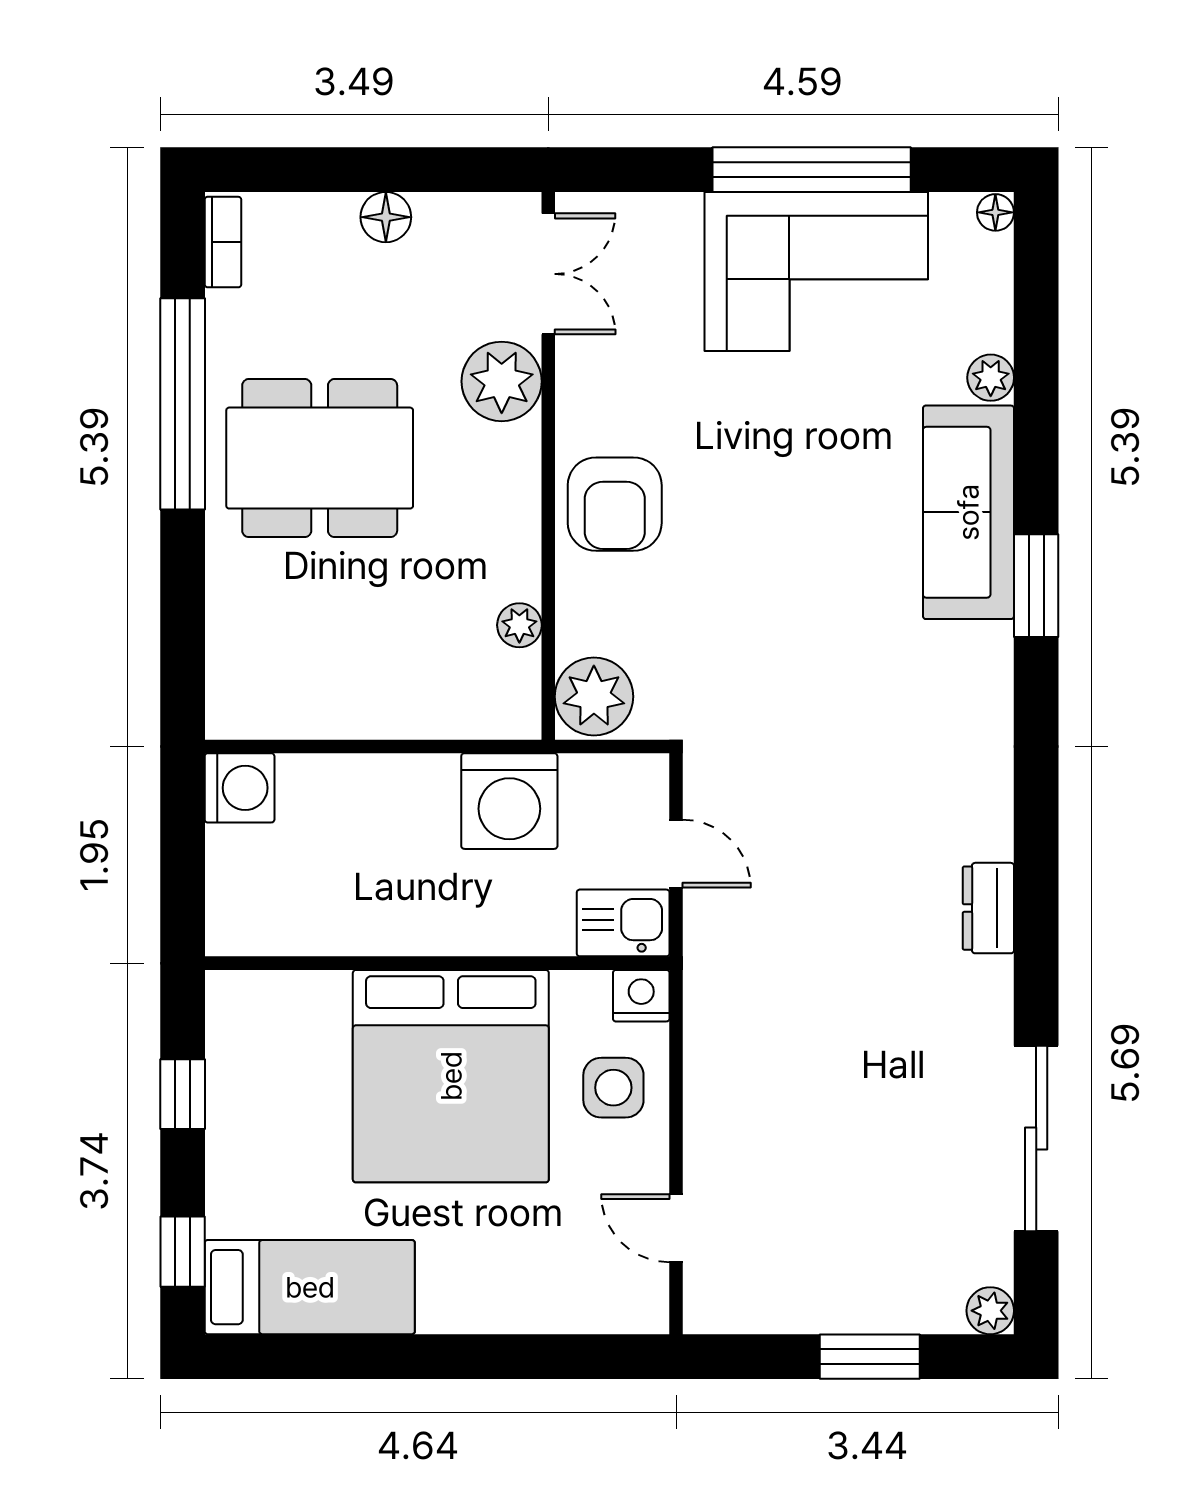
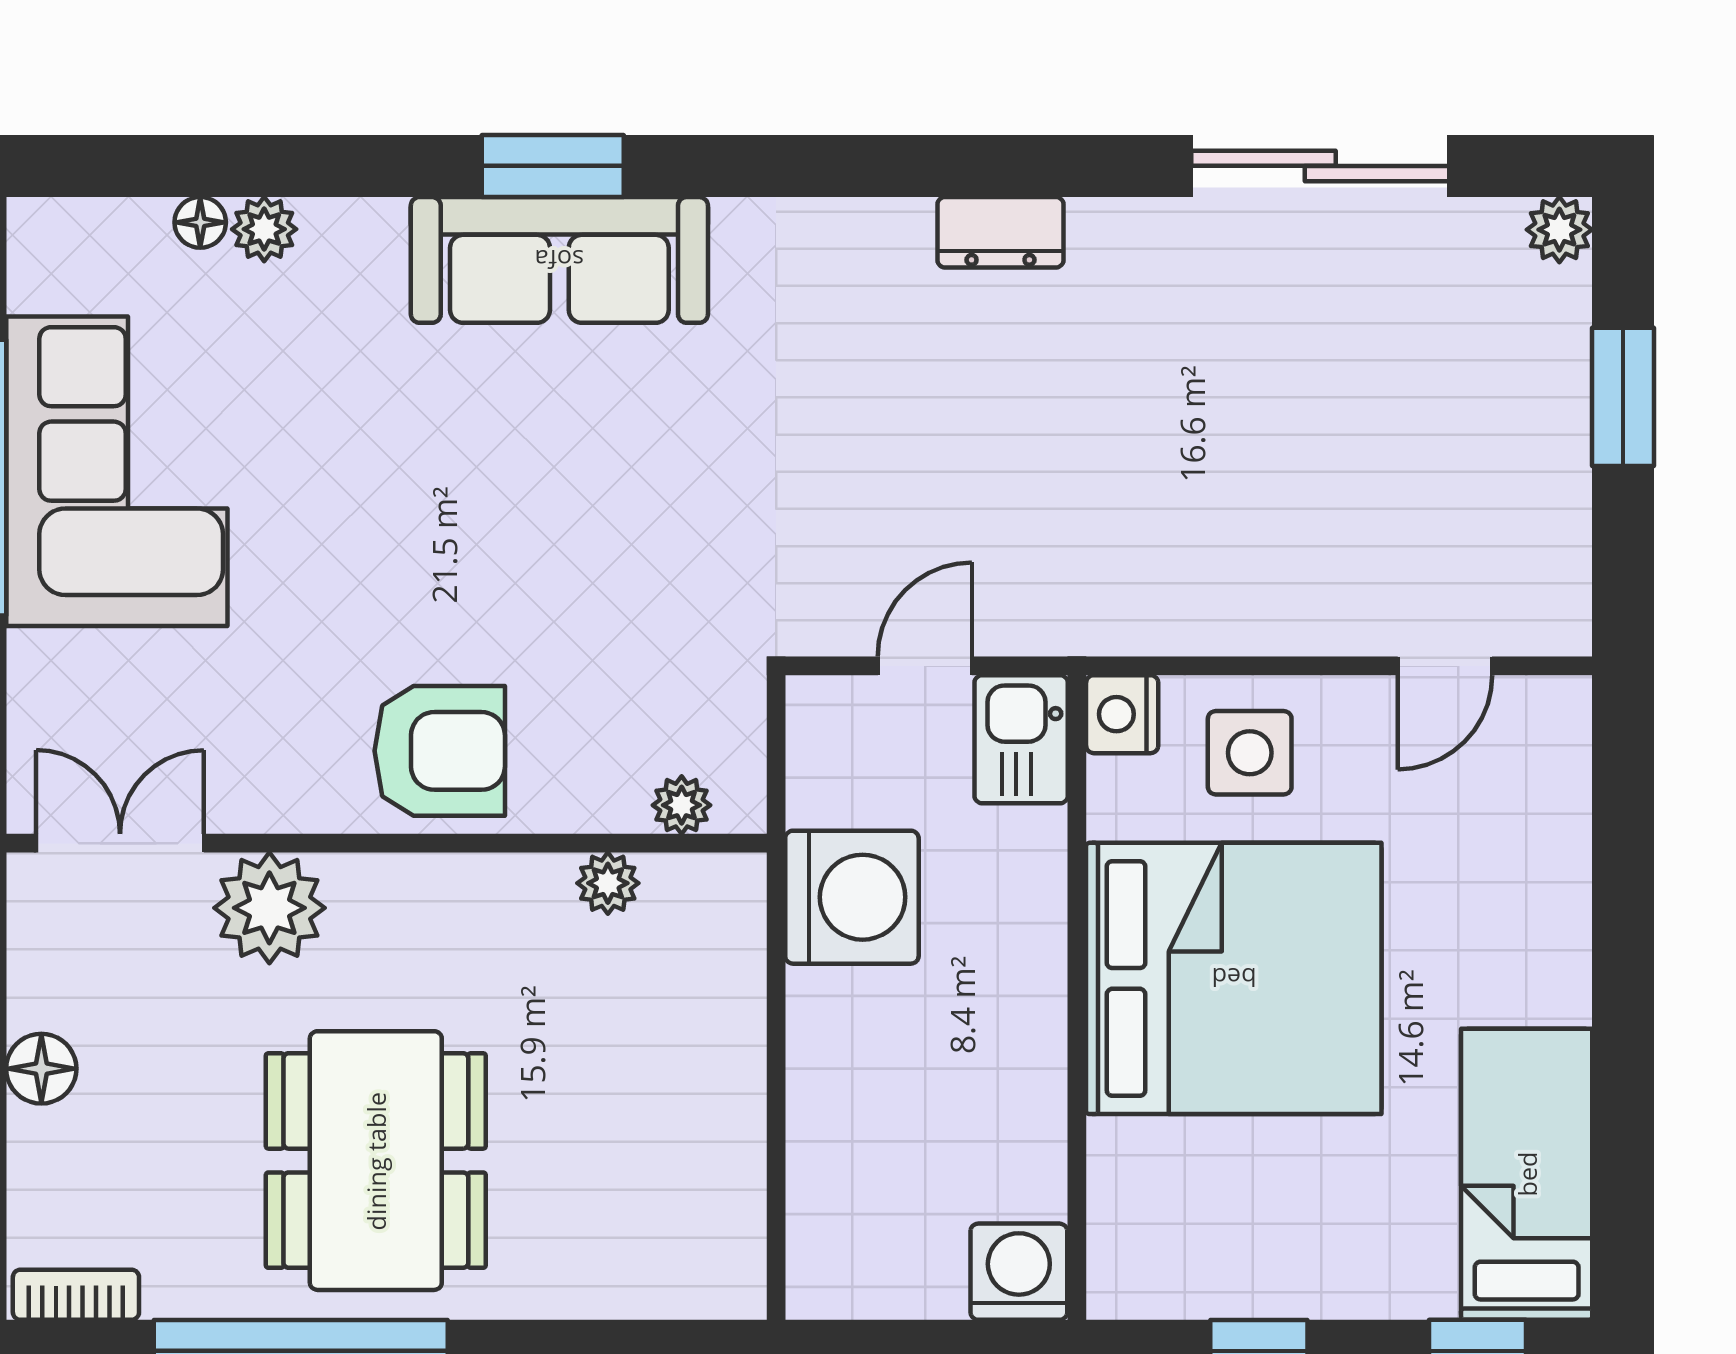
floor lamp: (995, 212) -> (200, 222), moved
sofa: (968, 512) -> (559, 260), moved
plant: (594, 697) -> (682, 805), width x0.53, depth x0.53
washing machine: (240, 788) -> (1019, 1272), moved

